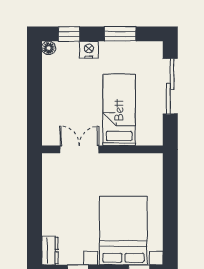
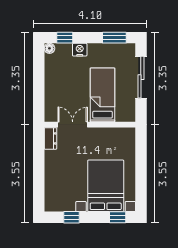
window: (120, 34) -> (114, 38), moved
dresser: (50, 251) -> (50, 138), moved

